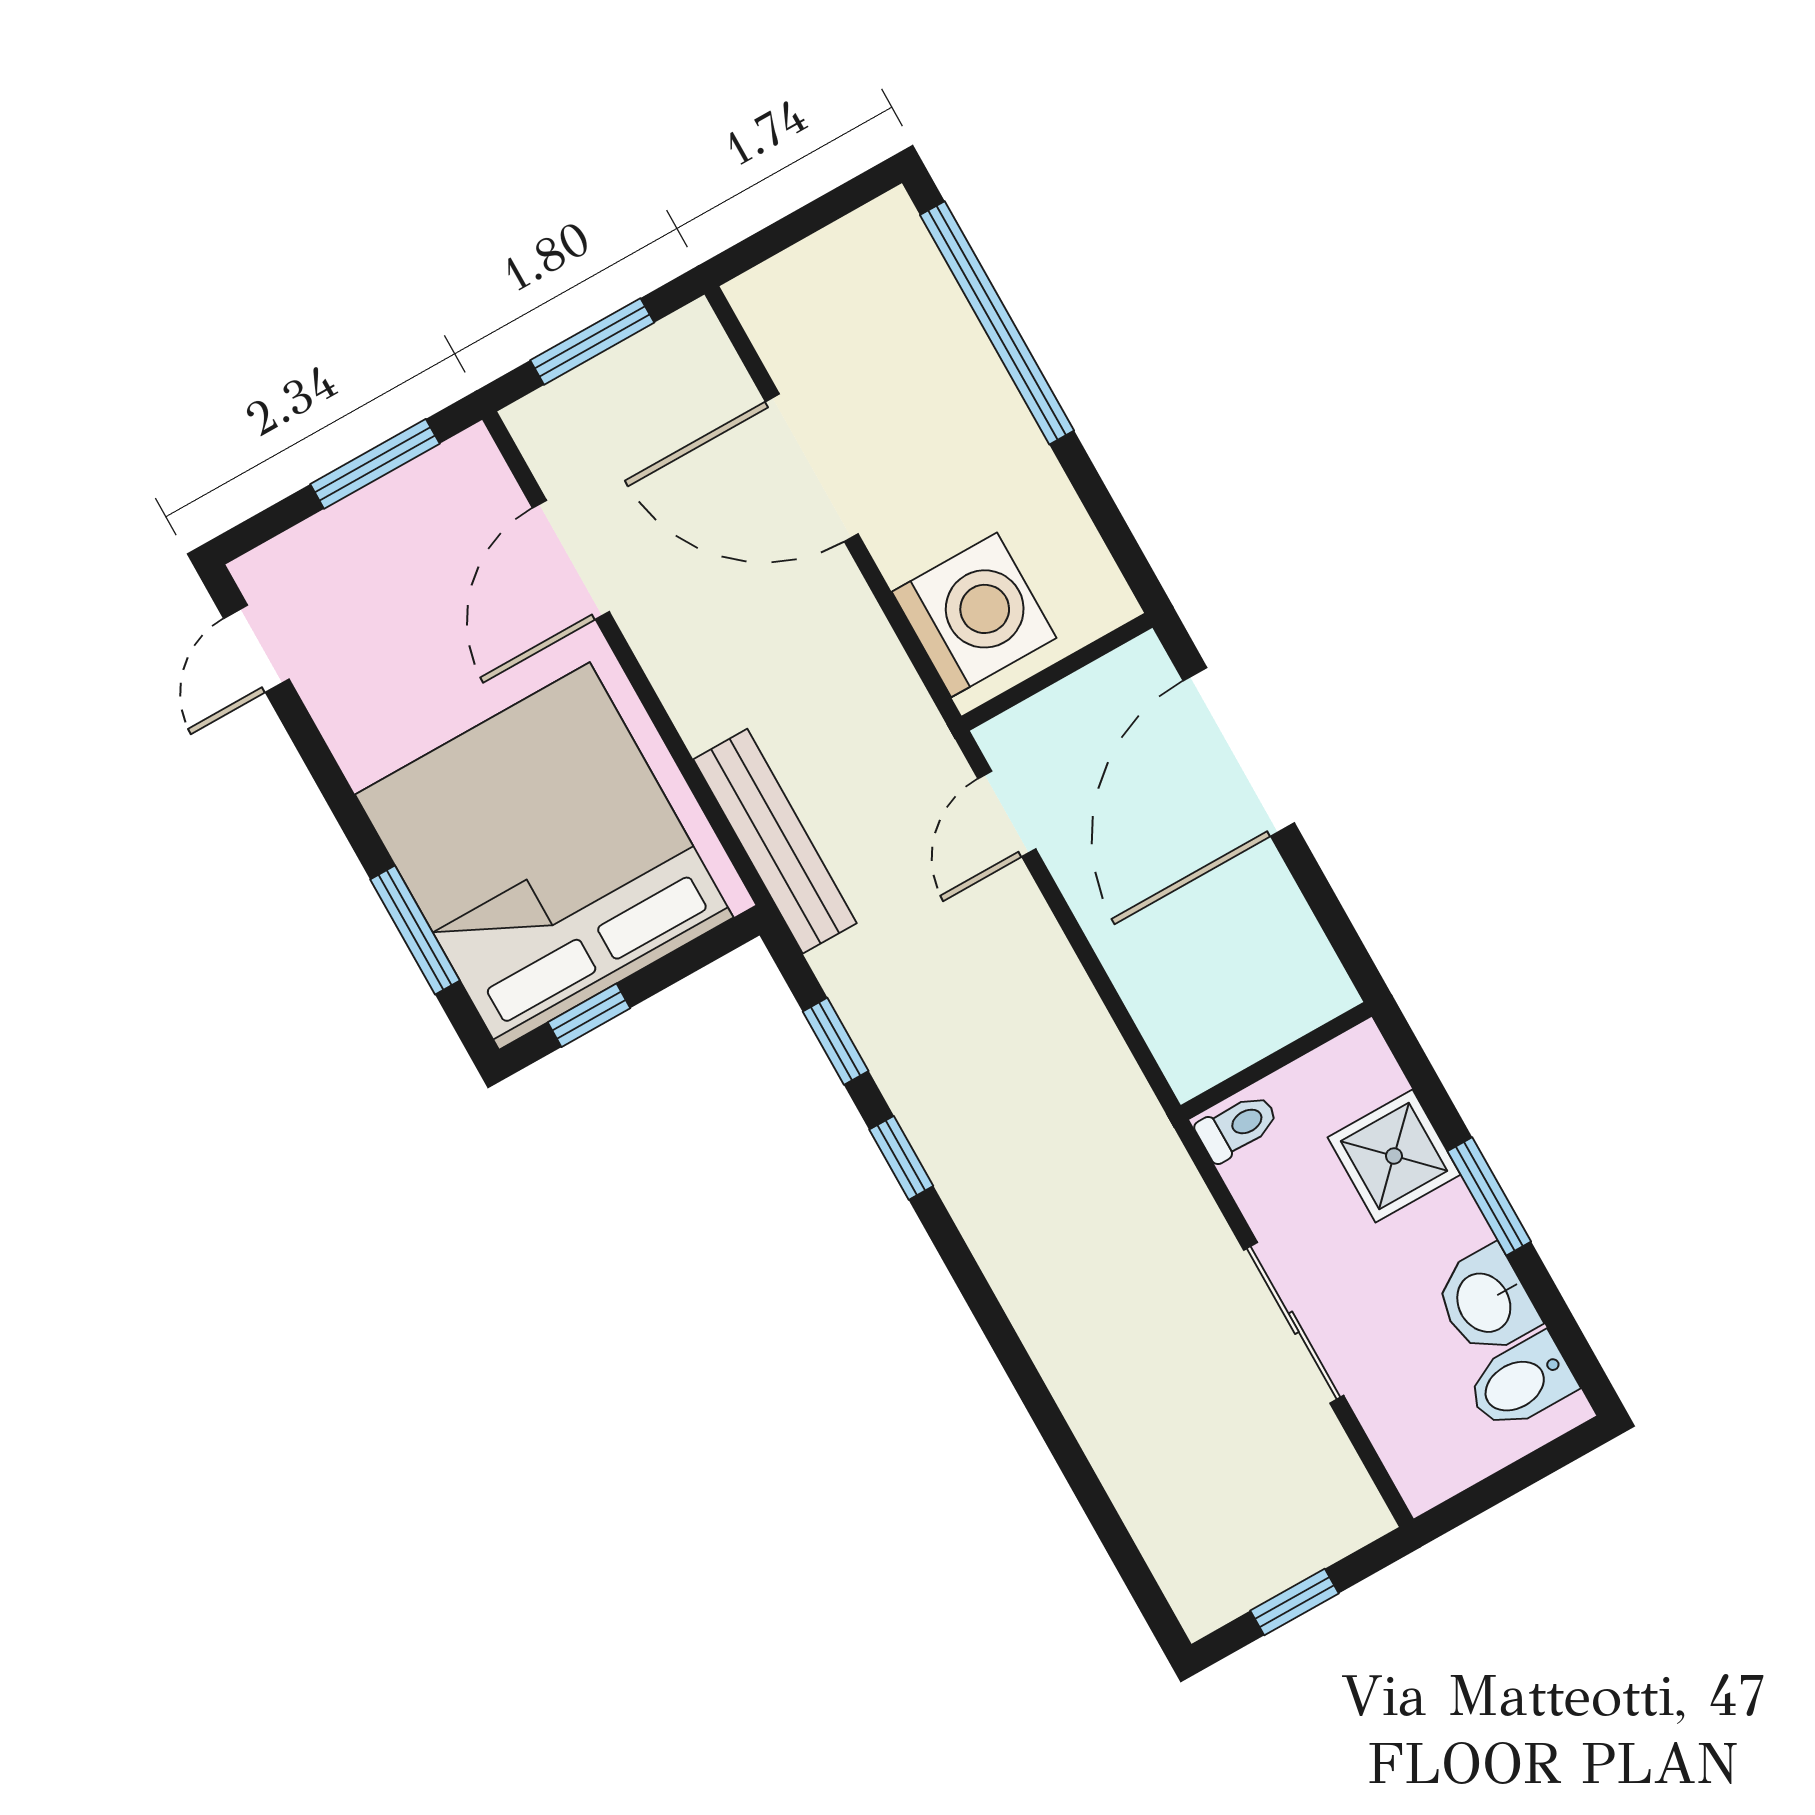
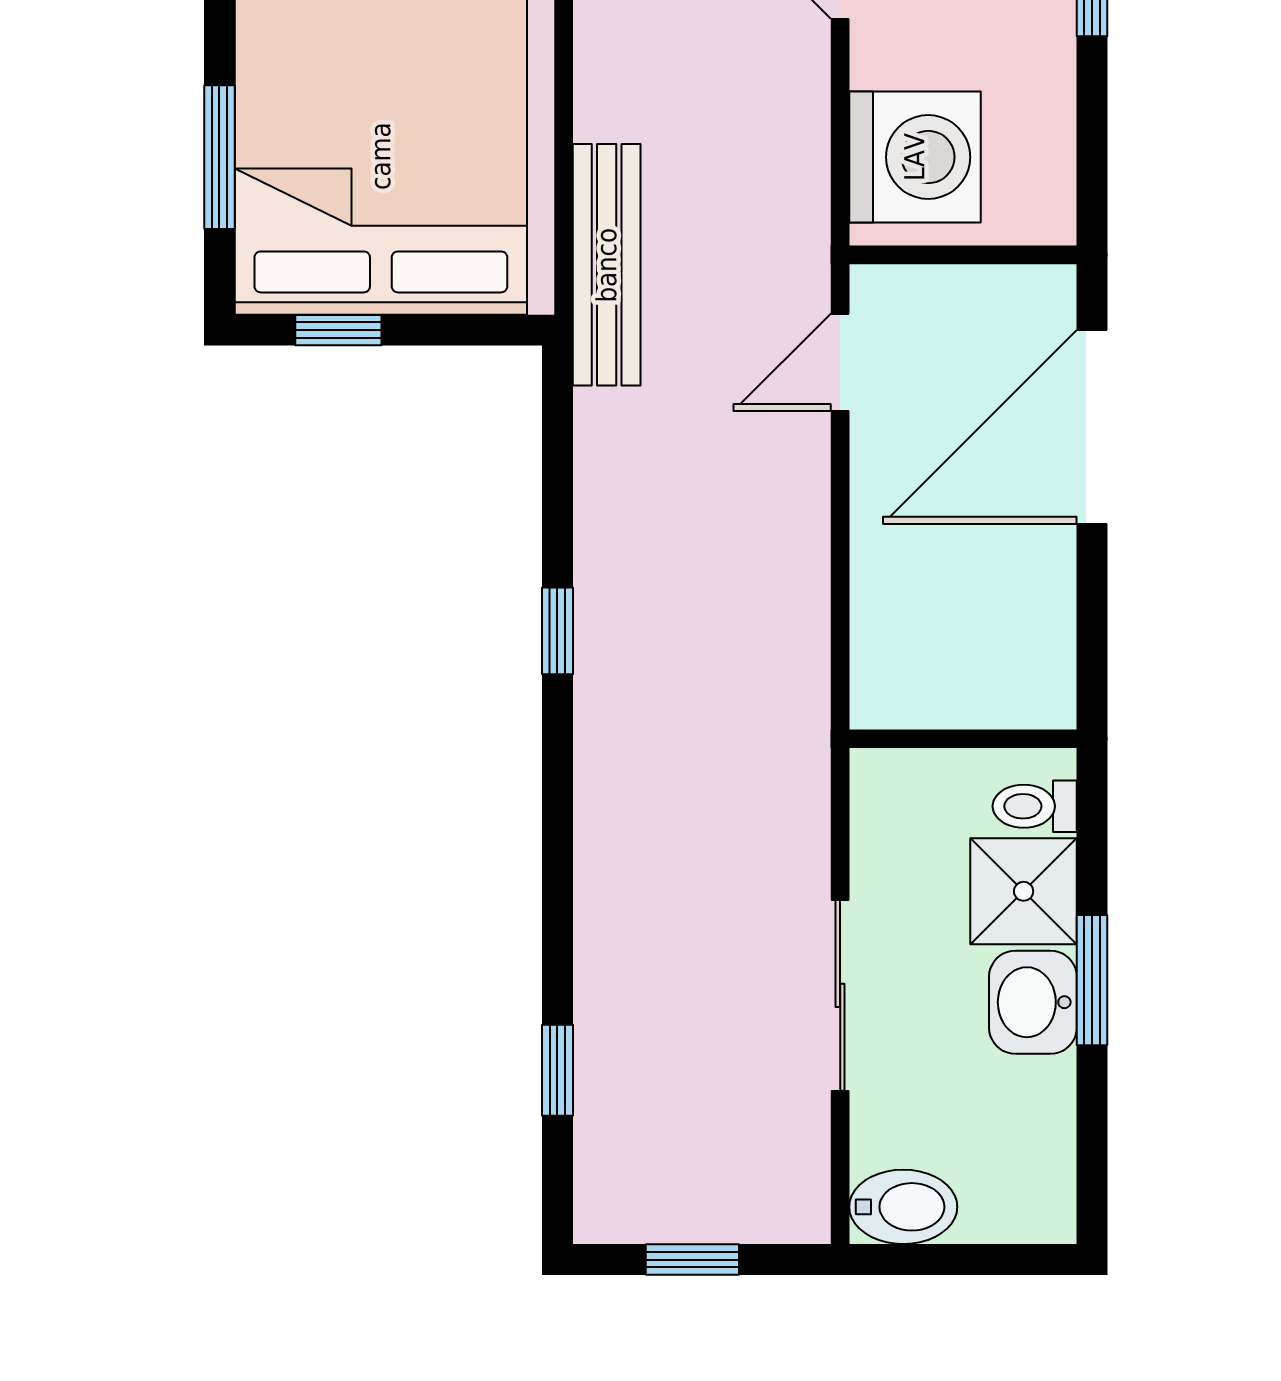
window: (836, 1041) -> (557, 1070), moved
toilet: (1237, 1127) -> (1035, 806), moved, turned 180
washbasin: (1486, 1302) -> (1033, 1002), moved
bidet: (1521, 1383) -> (903, 1207), moved, turned 180

